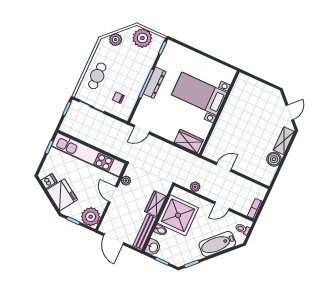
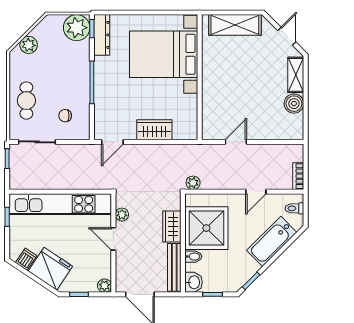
plant: (142, 38) -> (77, 28), moved
dresser: (155, 83) -> (102, 35), moved
shelving: (259, 89) -> (235, 25), added
bed with nightstands: (199, 94) -> (164, 54), width x1.36
wardrobe: (189, 141) -> (154, 130), moved
plant: (195, 187) -> (193, 183), moved
plant: (91, 217) -> (104, 286), width x0.53, depth x0.53

